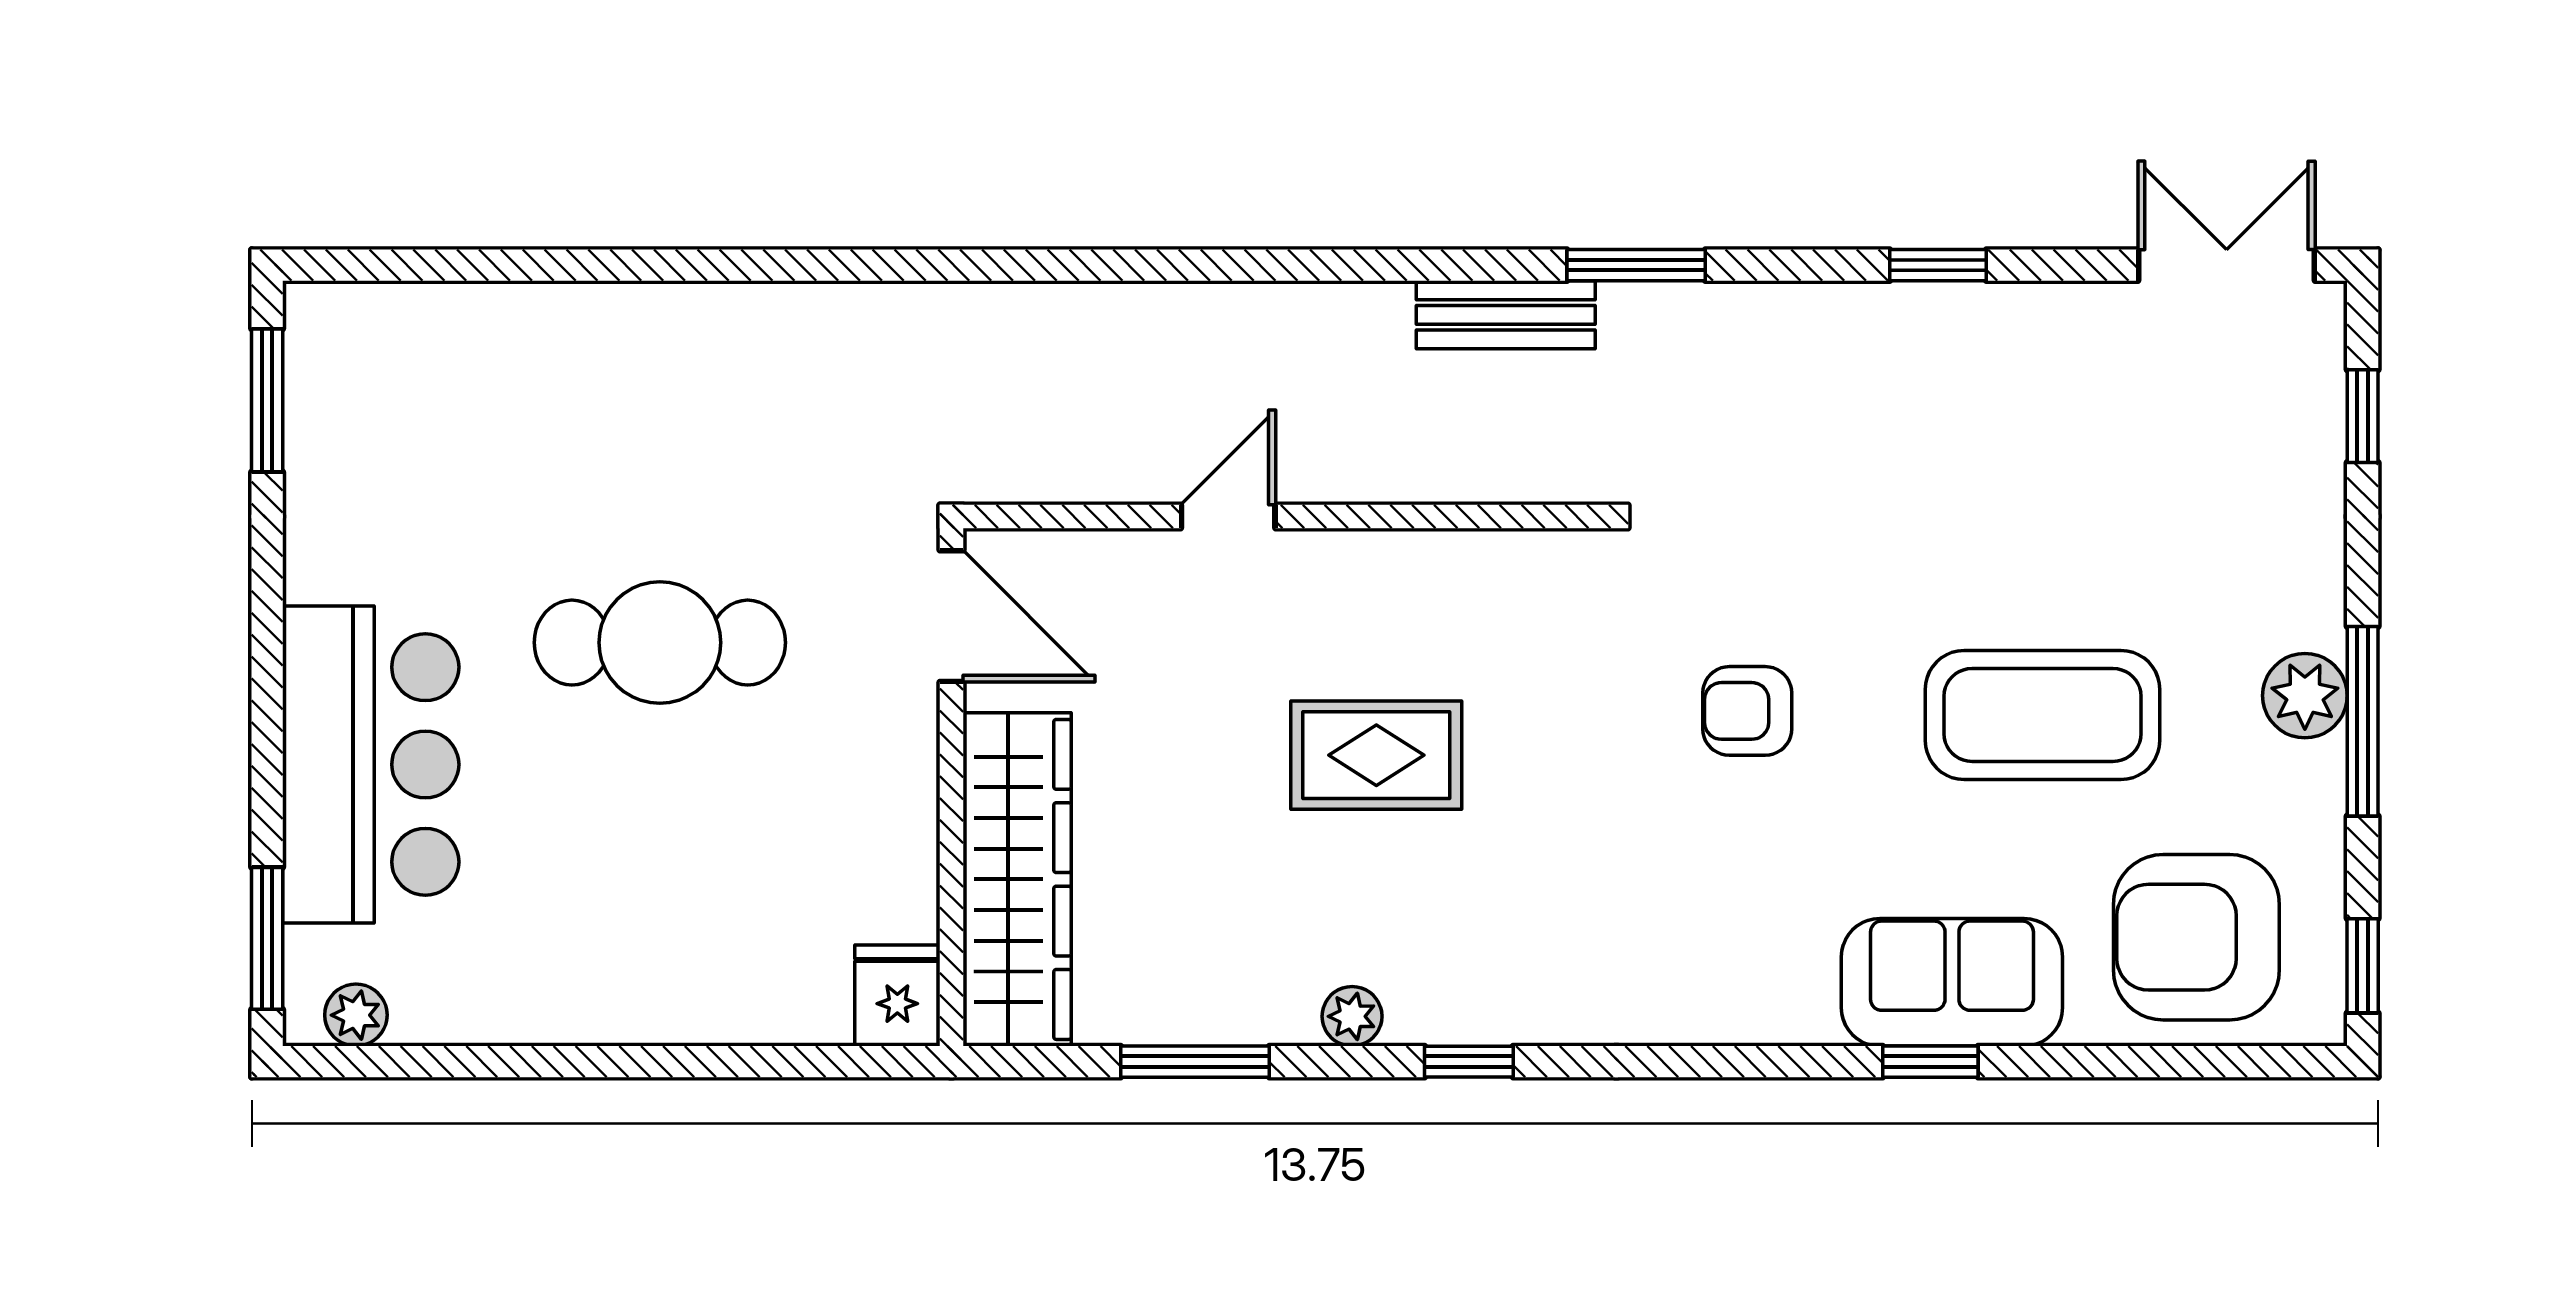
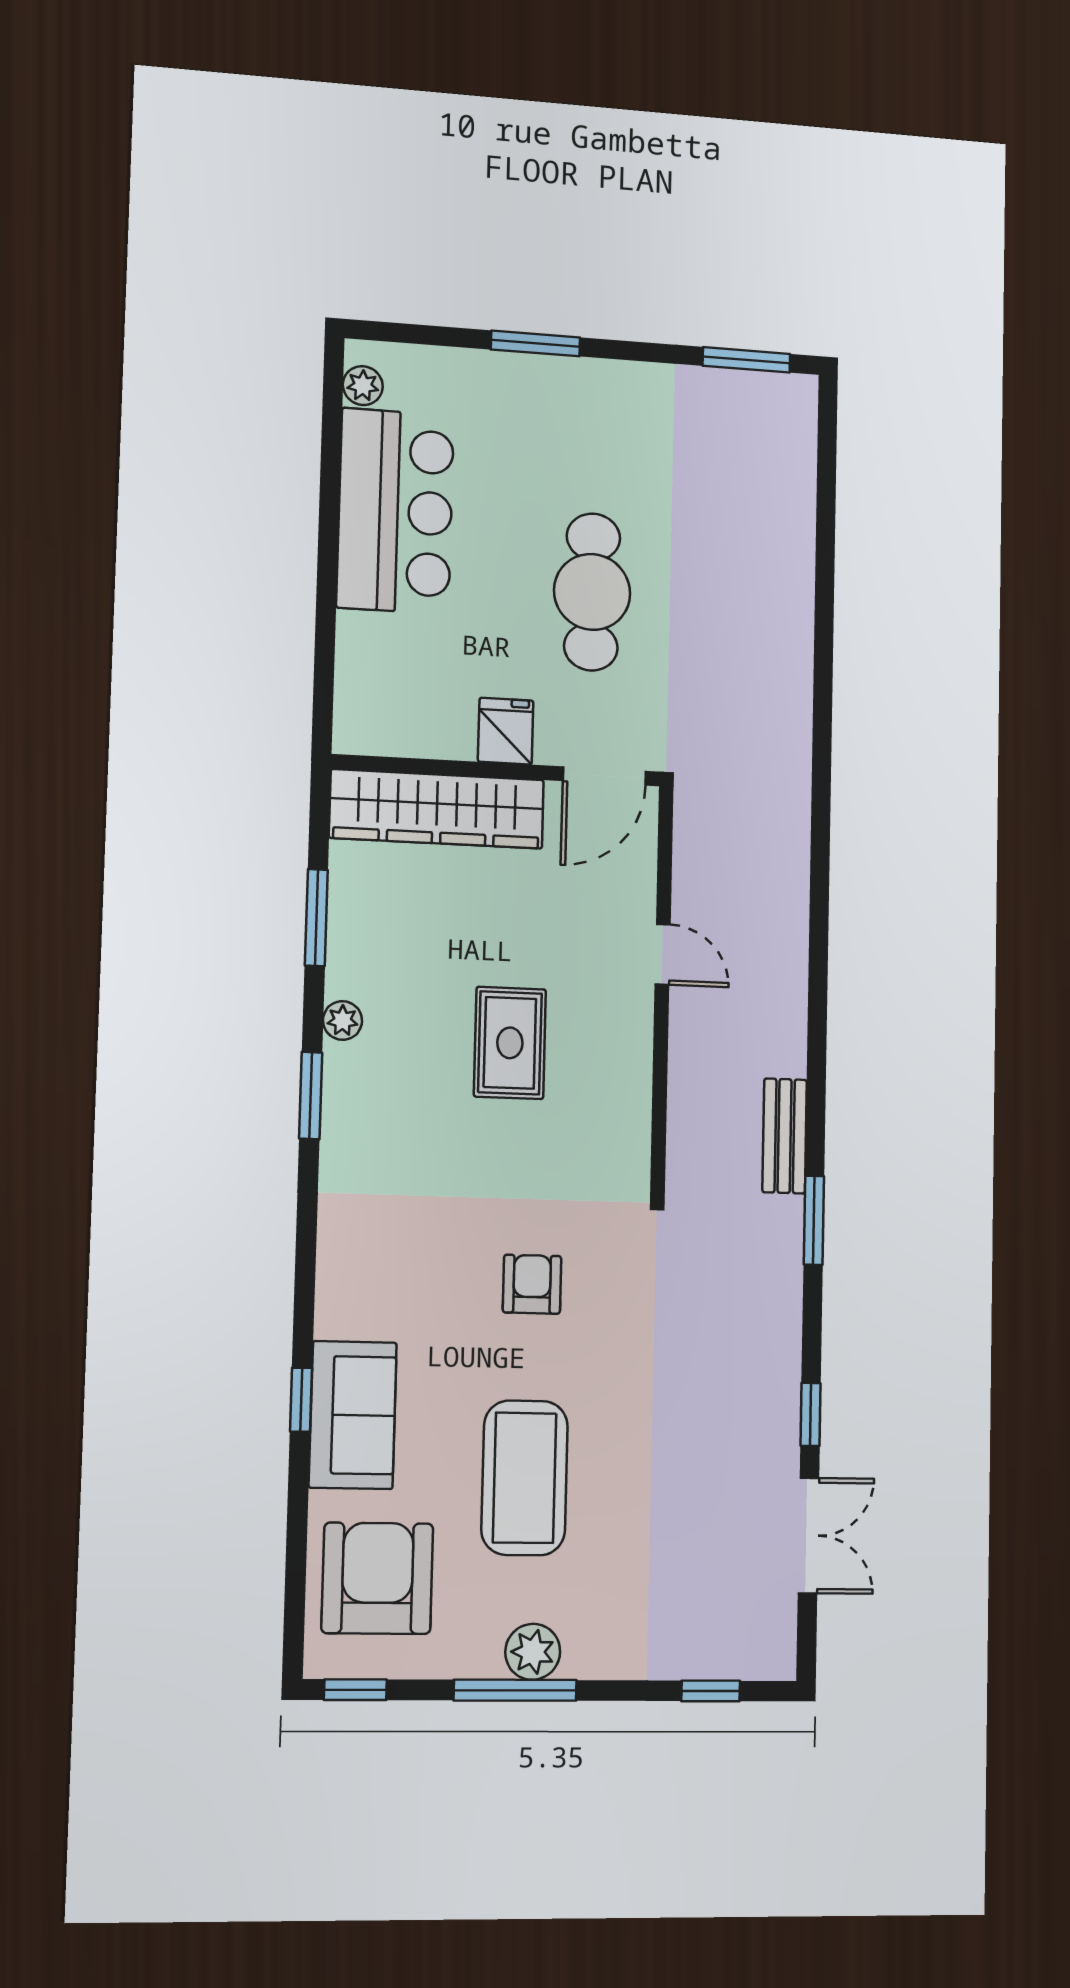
double door: (2227, 265) -> (809, 1535), moved
bar counter: (371, 765) -> (395, 511), moved, turned -90
window: (267, 938) -> (535, 343), moved
fridge: (897, 995) -> (506, 731), moved, turned -90
window: (1469, 1062) -> (311, 1095), width x1.50

